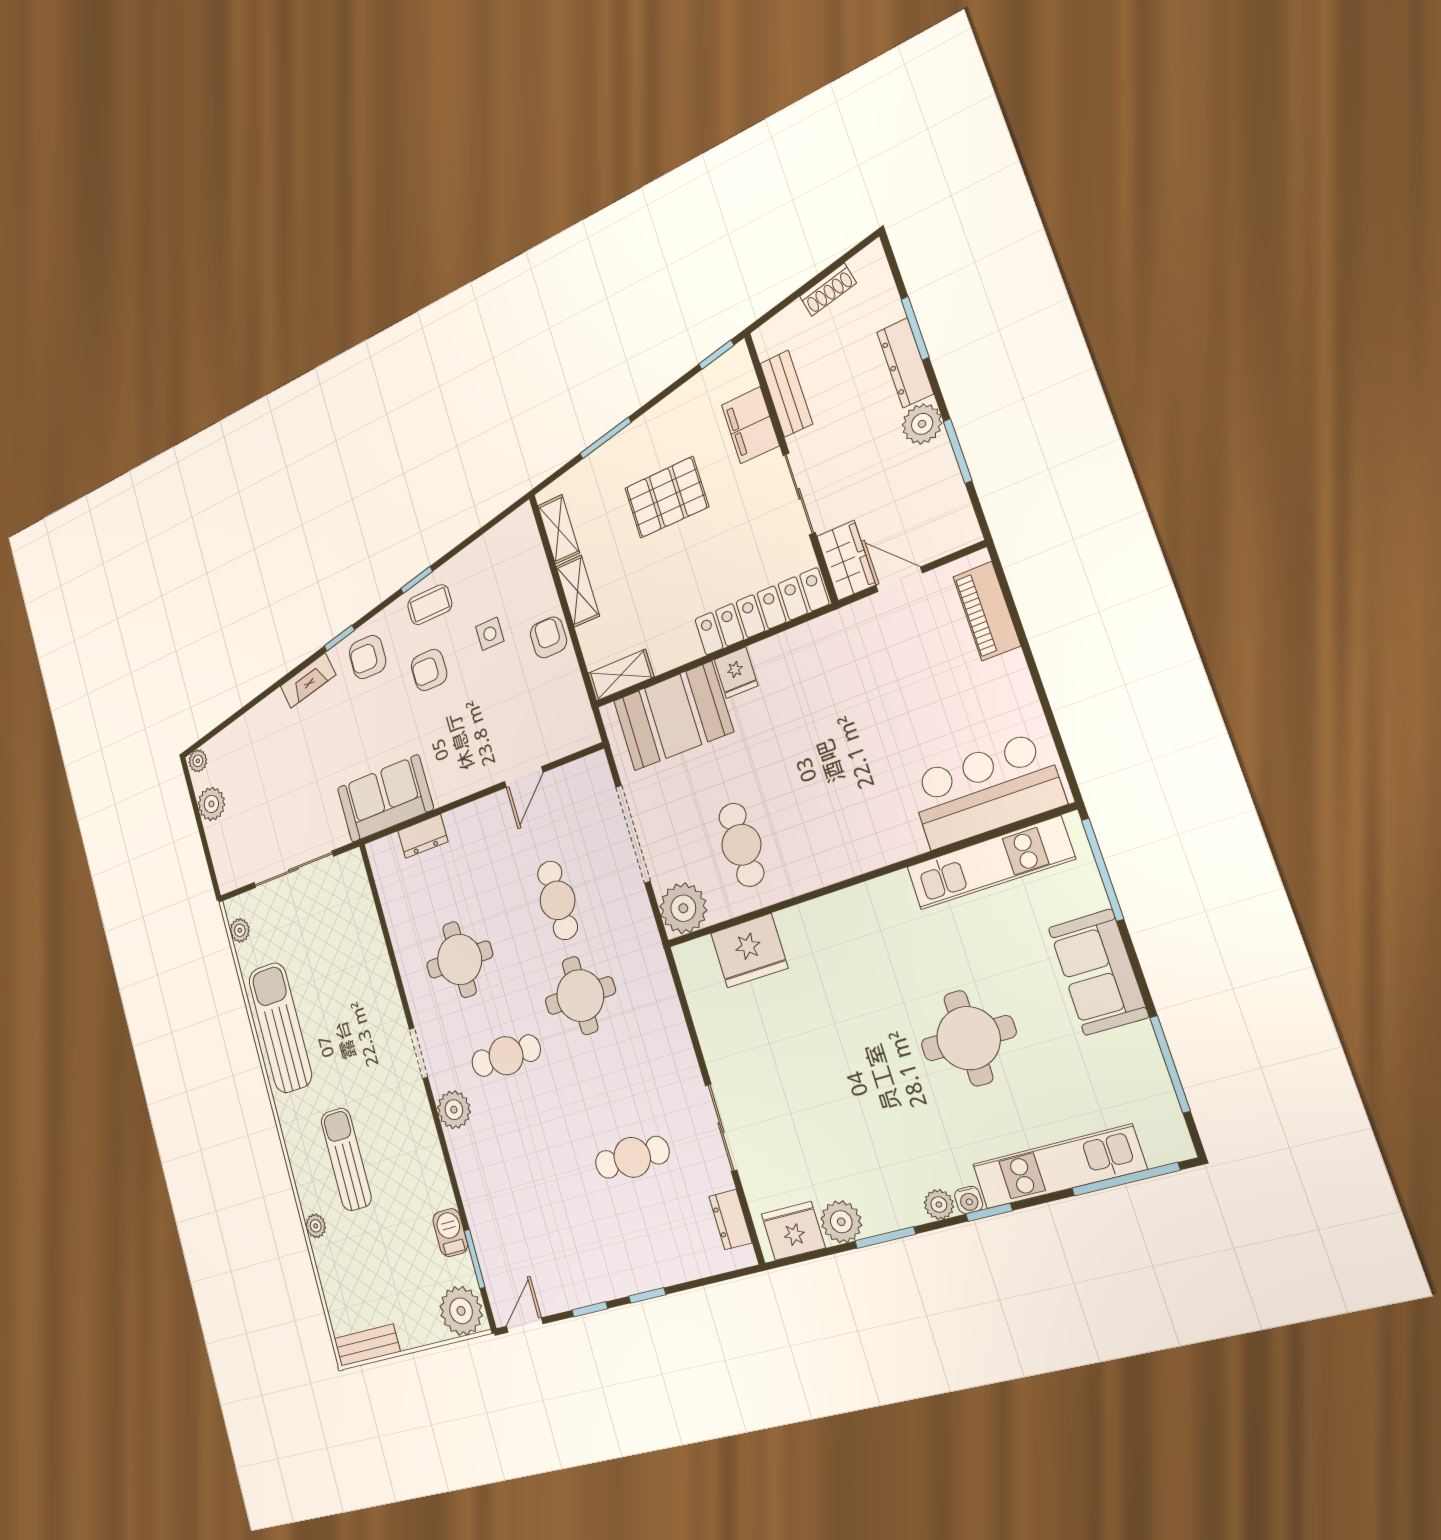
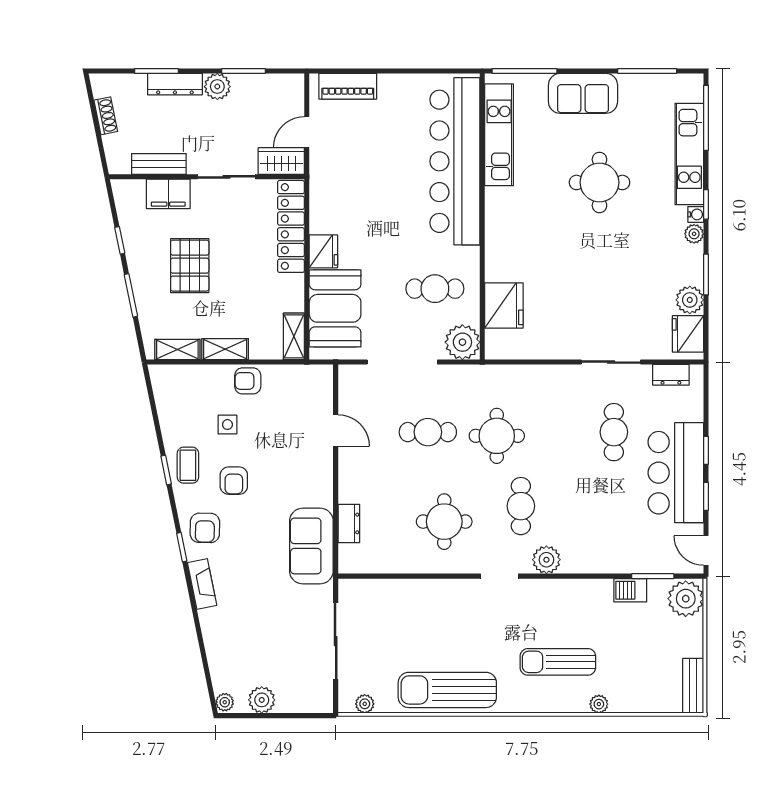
window: (716, 355) -> (120, 240), moved
fridge: (736, 673) -> (323, 251), width x1.38
bar counter: (986, 790) -> (455, 161), width x1.86
bar counter: (607, 1259) -> (676, 473), added

